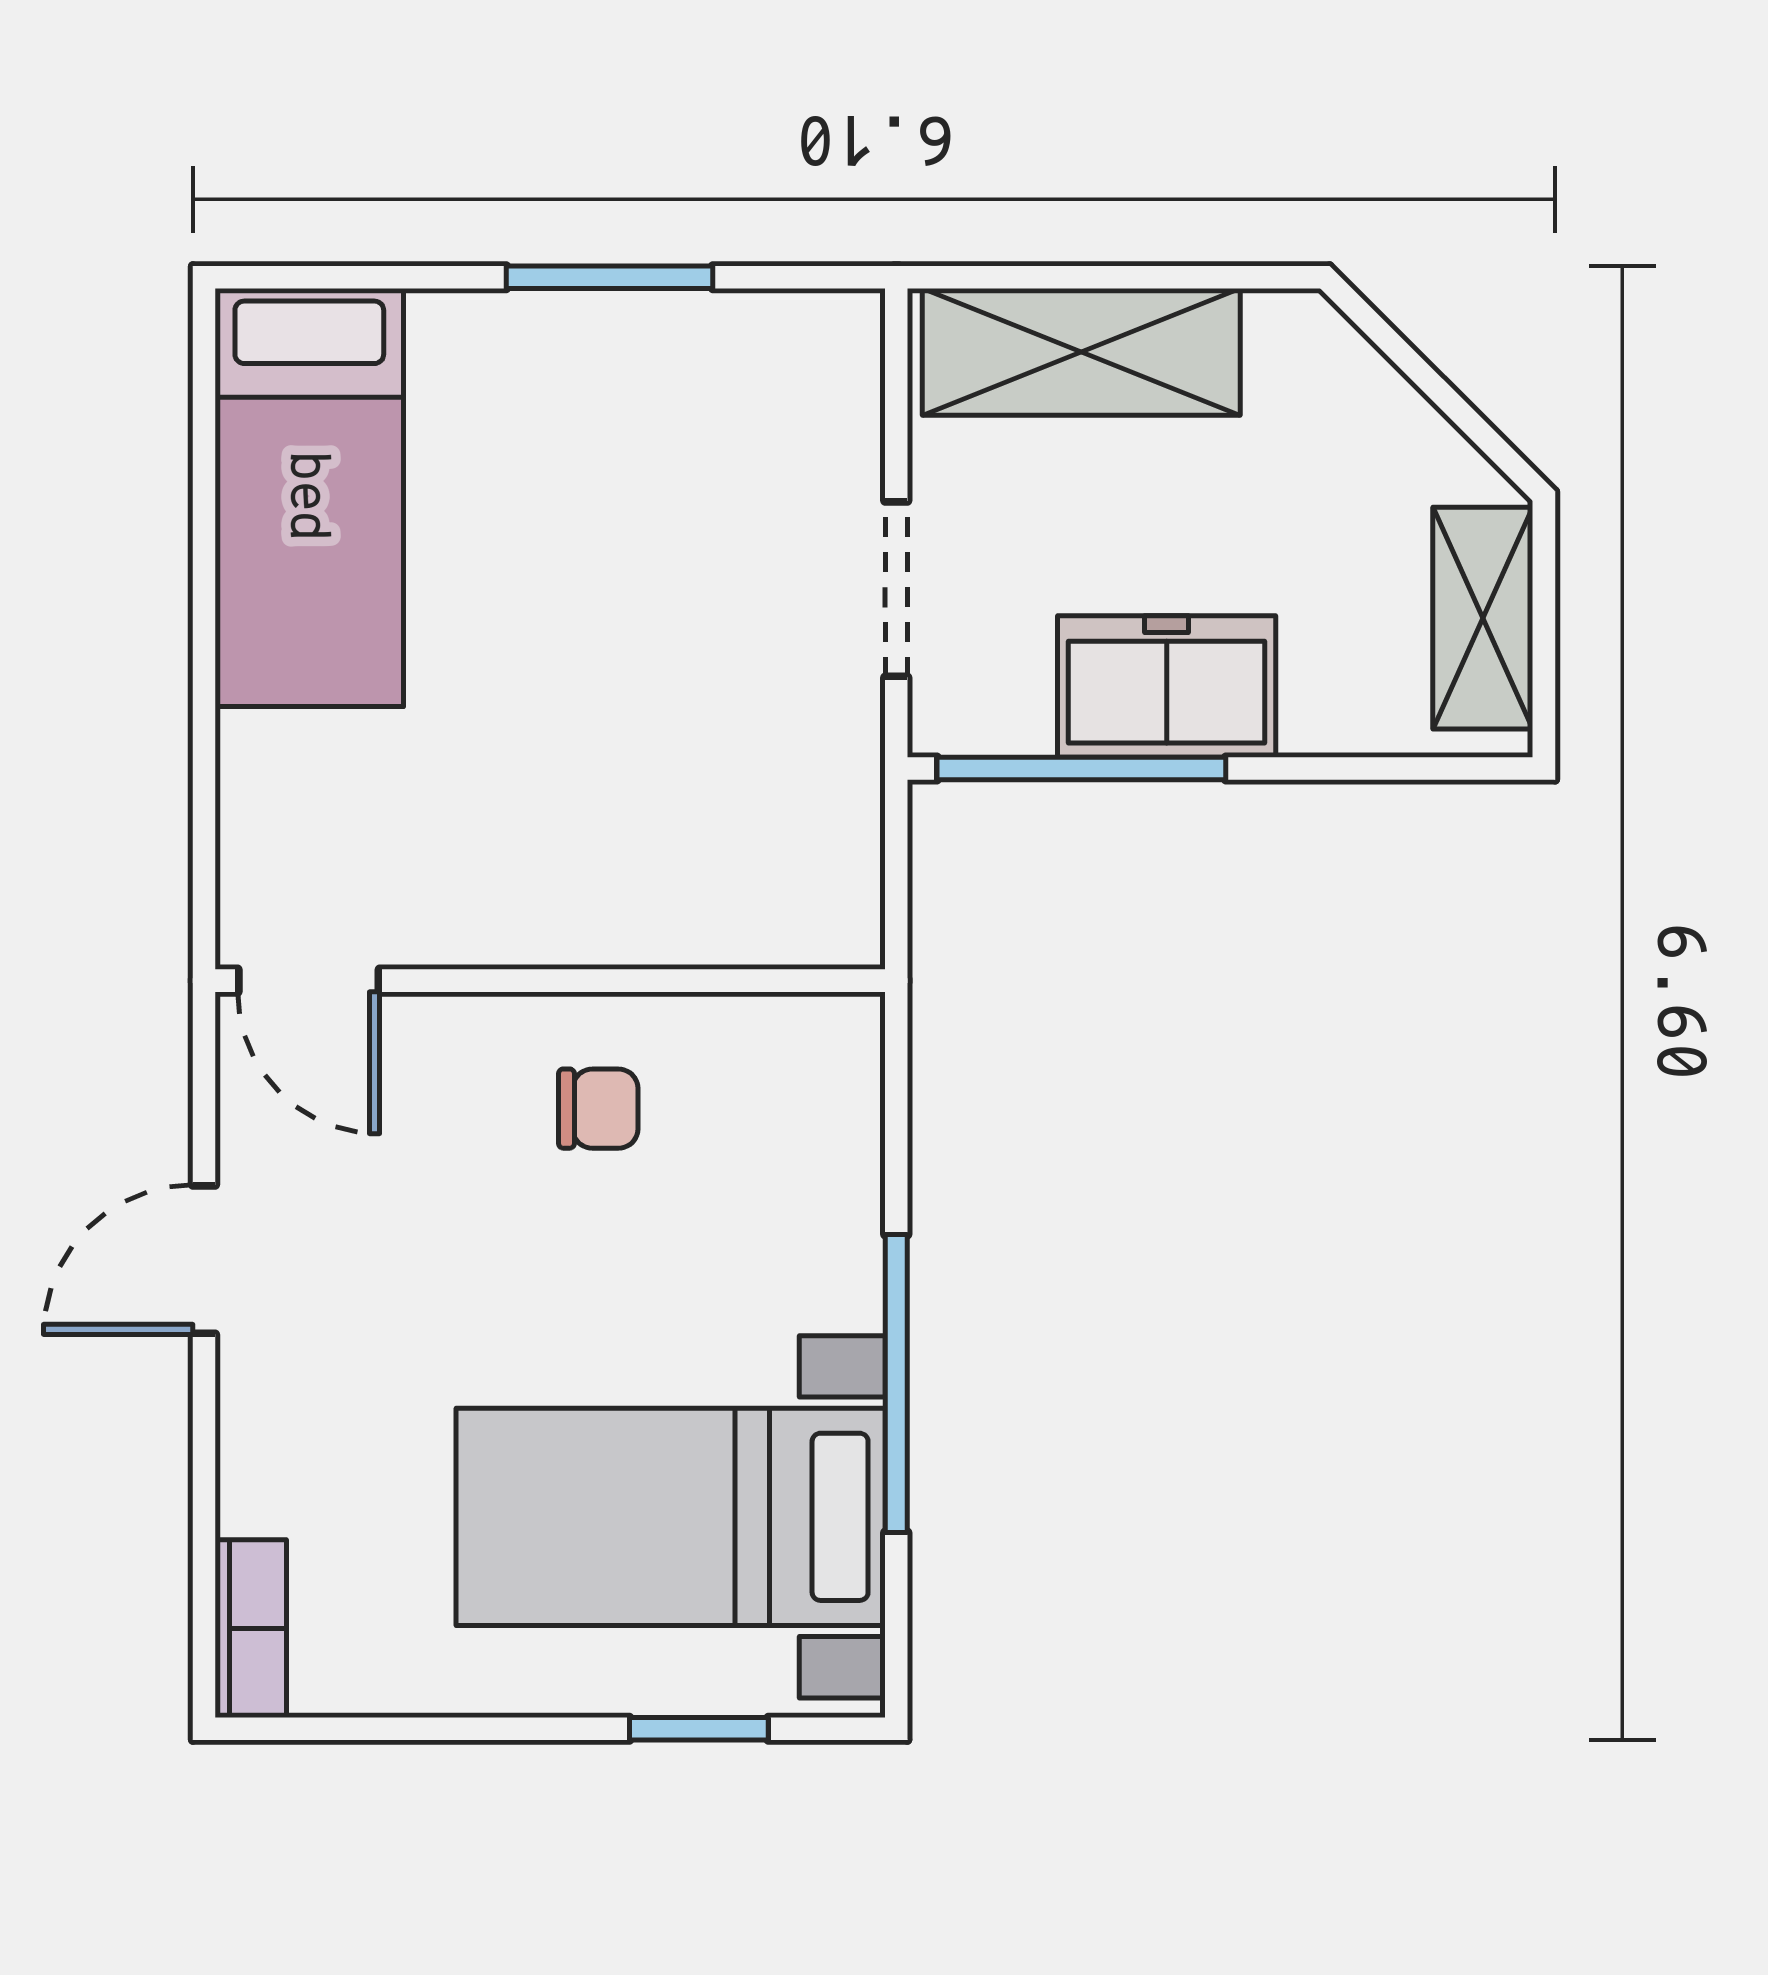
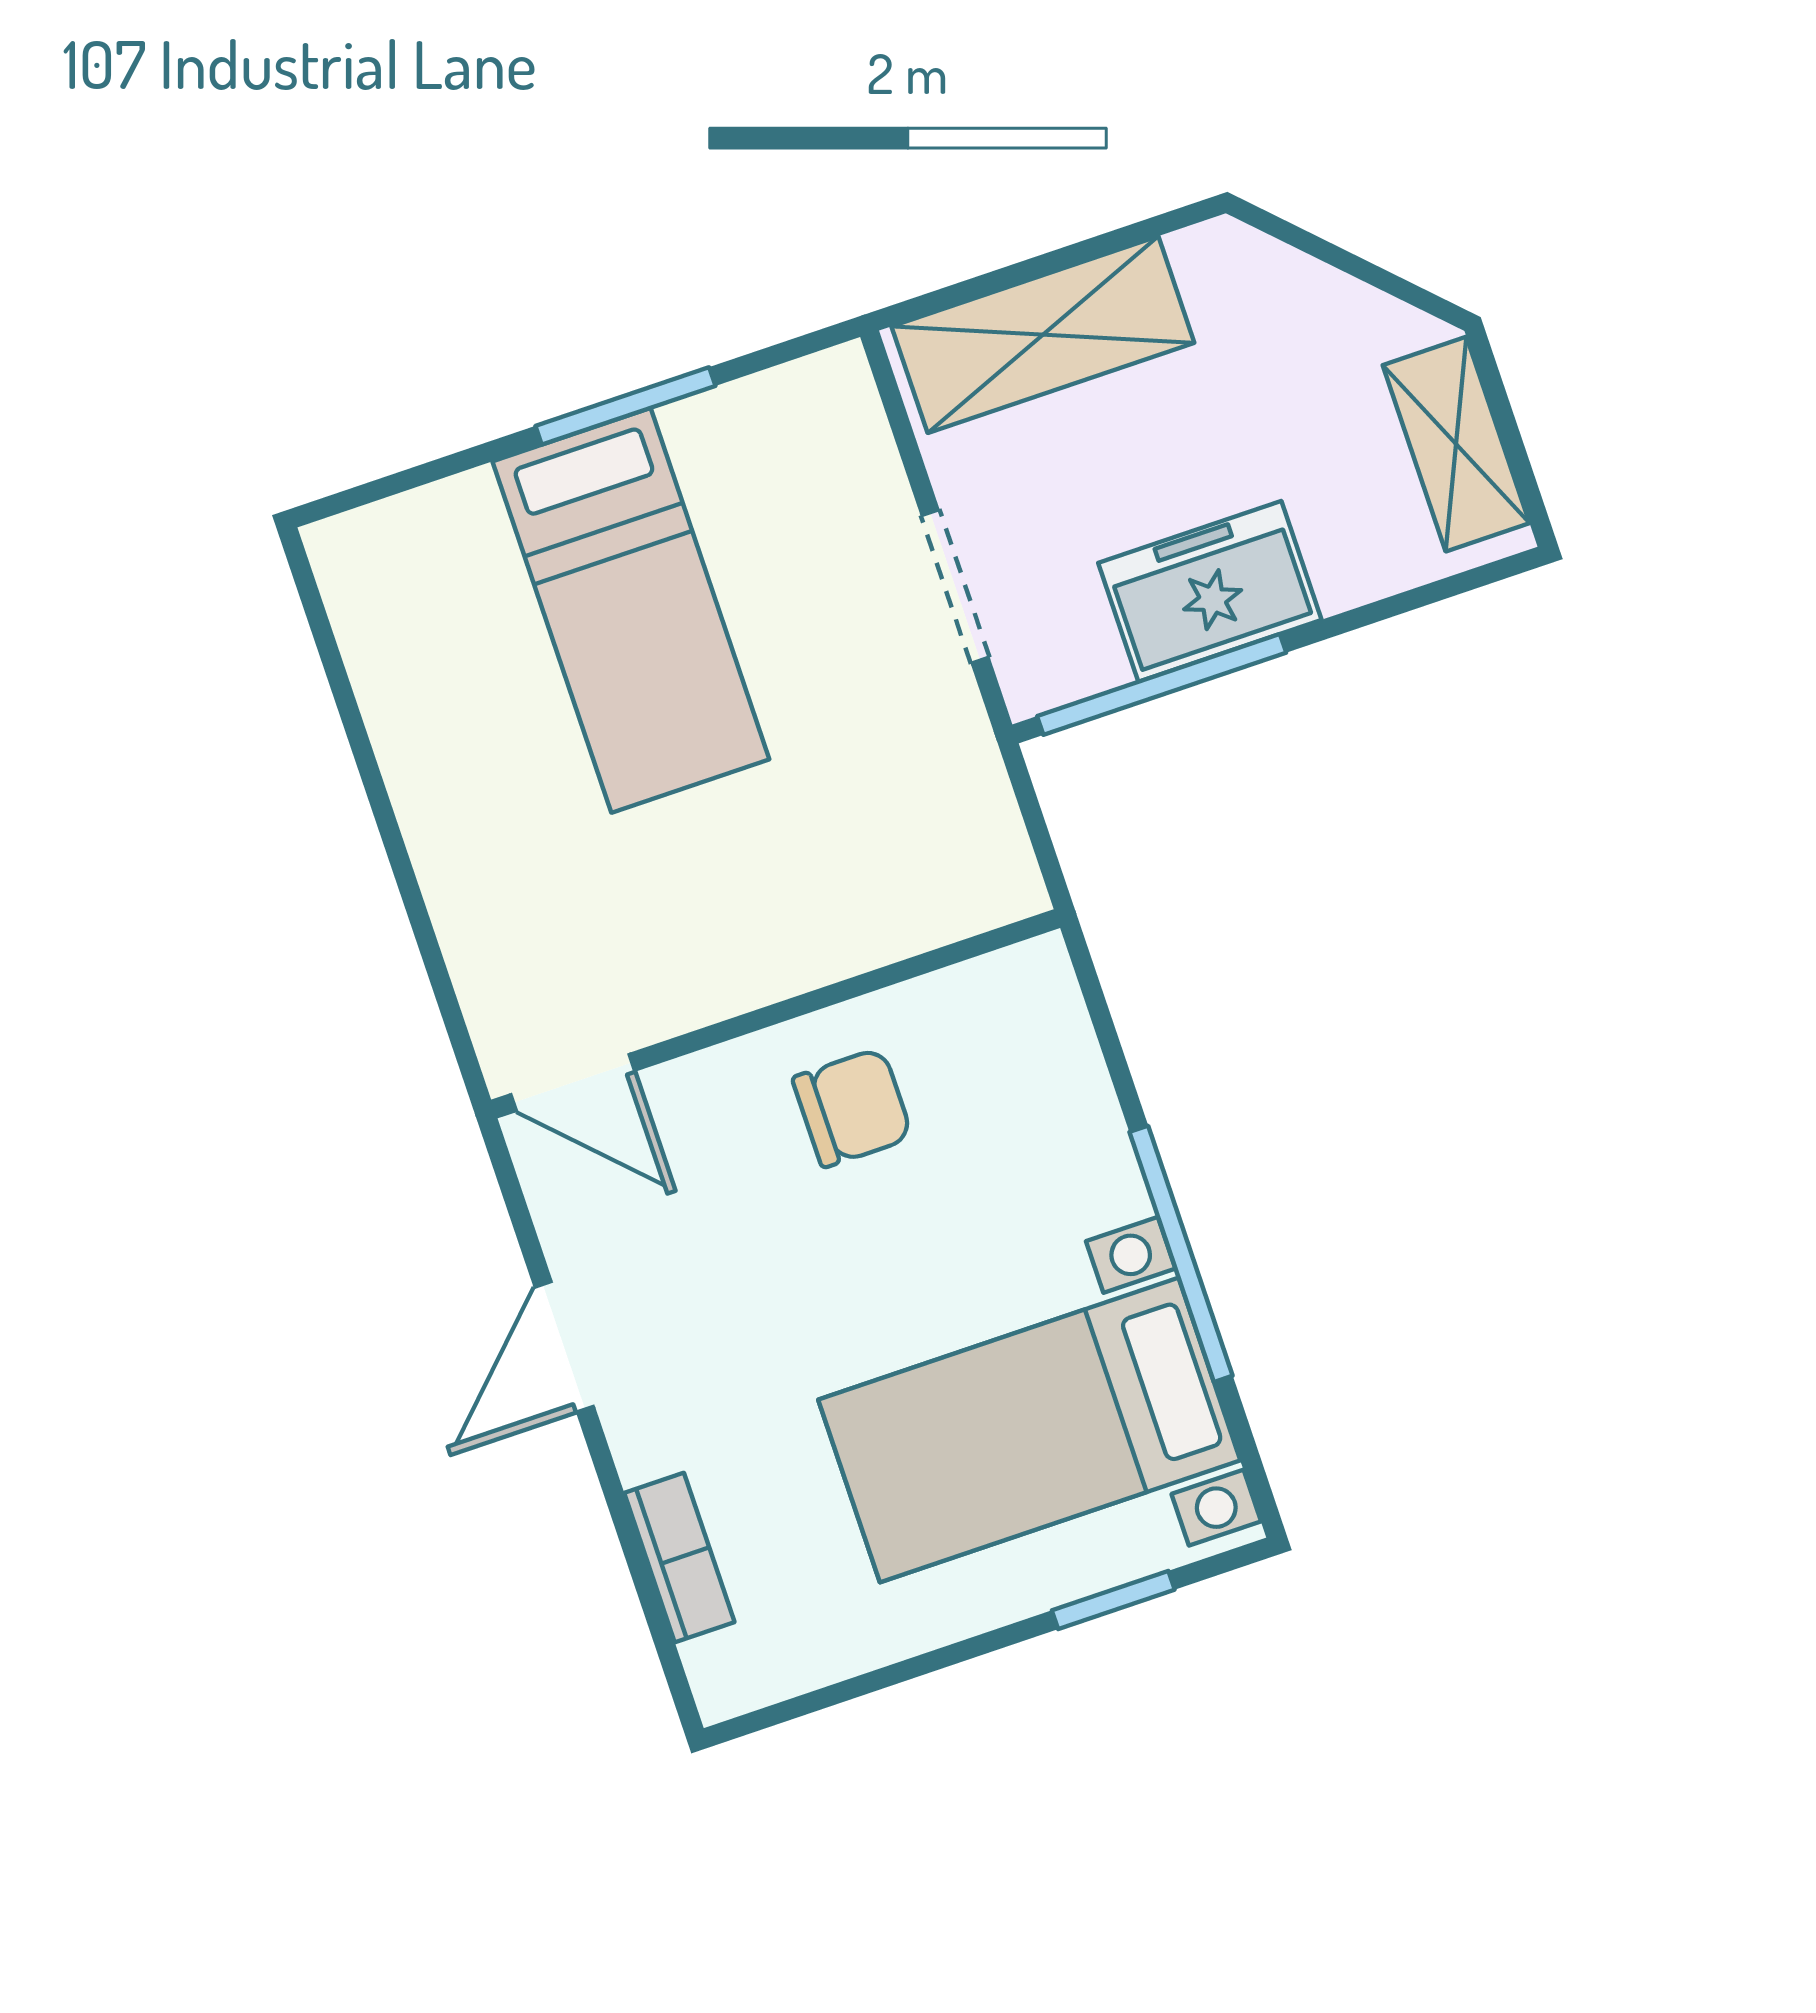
bed: (309, 497) -> (631, 610), moved
chair: (598, 1109) -> (852, 1108), width x1.37, depth x1.37
bookcase: (251, 1629) -> (679, 1558), moved

